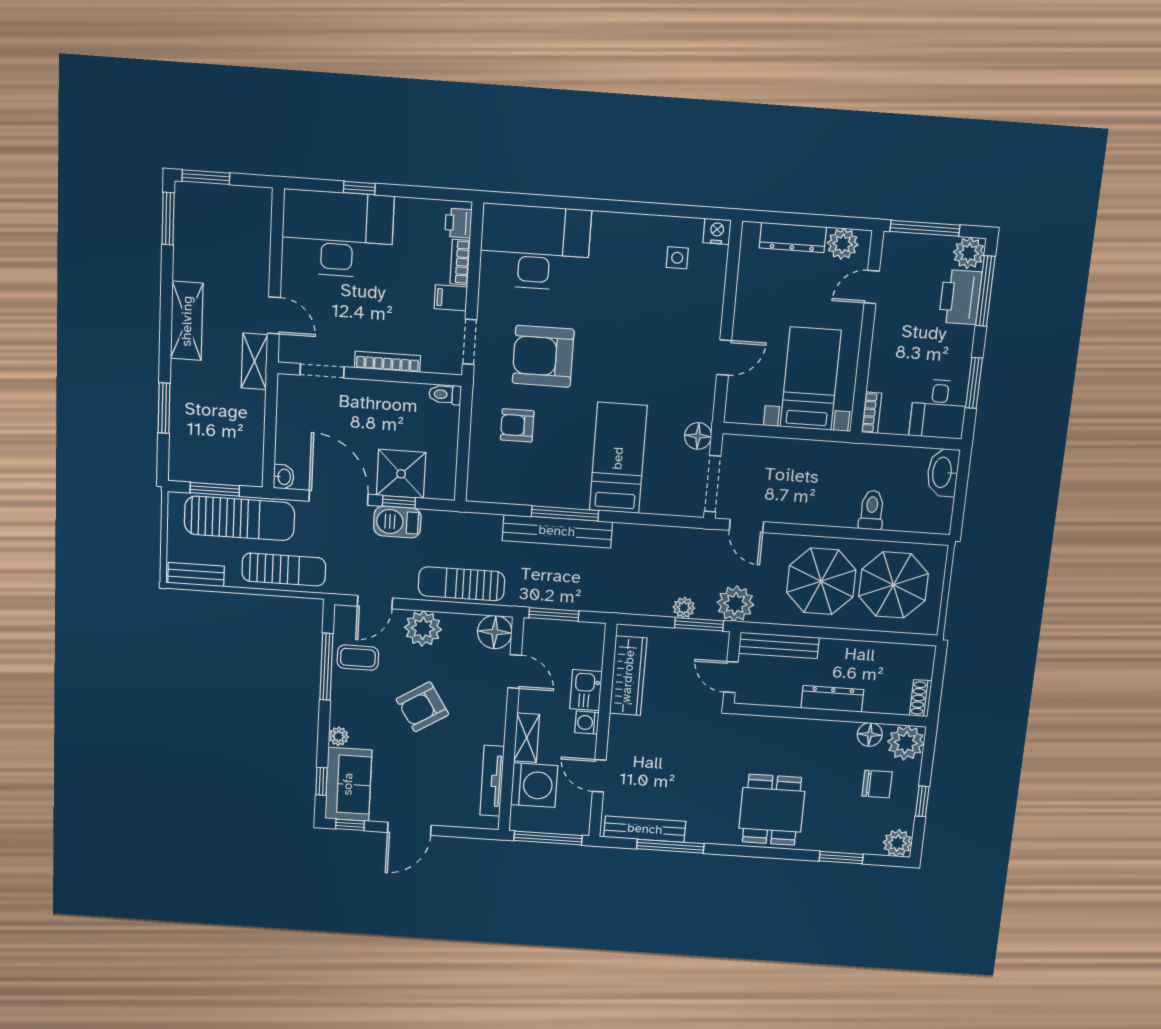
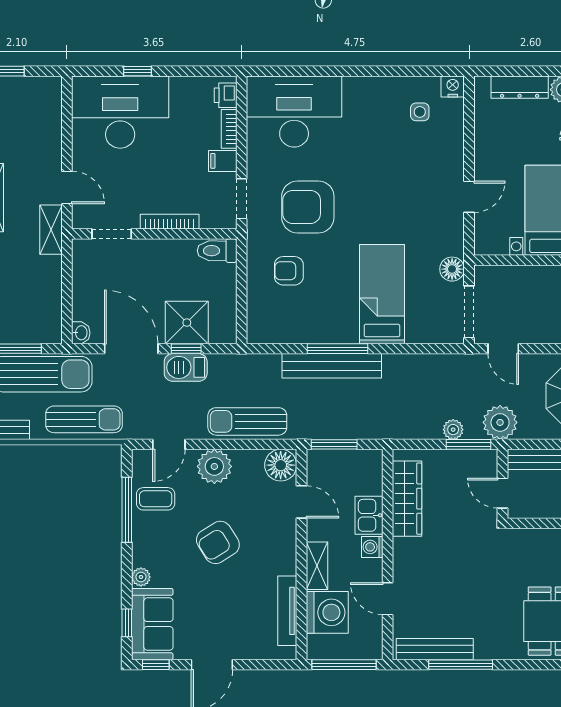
toilet: (445, 394) -> (217, 251), width x1.37, depth x1.39

